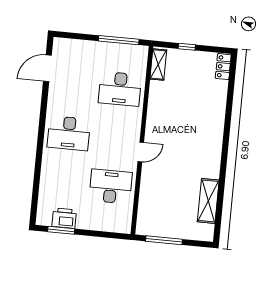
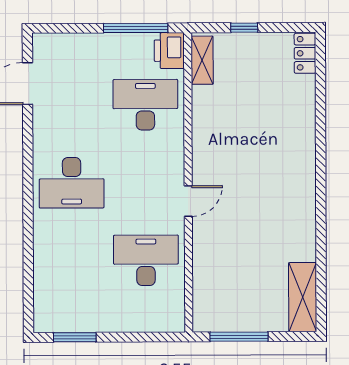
desk: (120, 89) -> (145, 105), turned 180
shelving: (208, 201) -> (303, 297), moved
printer: (64, 218) -> (169, 51), moved, turned -90

